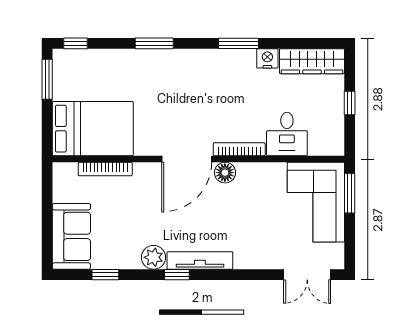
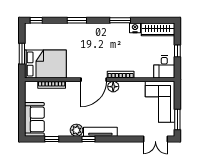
window: (47, 79) -> (22, 54), moved
desk: (287, 134) -> (164, 67), moved
window: (350, 193) -> (177, 119), moved

